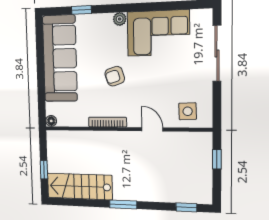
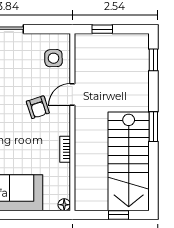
armchair: (115, 76) -> (38, 107), moved
bookcase: (108, 122) -> (65, 149), width x0.64
stairs: (80, 186) -> (129, 161), width x1.36, depth x1.51

